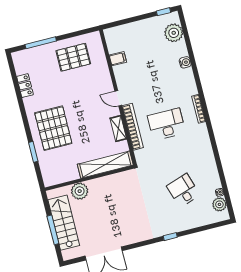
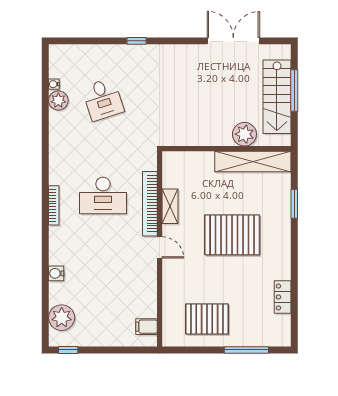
filing cabinet: (118, 59) -> (147, 327), moved
pallet: (53, 128) -> (232, 235), moved, turned 90
shelving: (105, 165) -> (253, 162), moved
plant: (219, 204) -> (58, 100), moved

